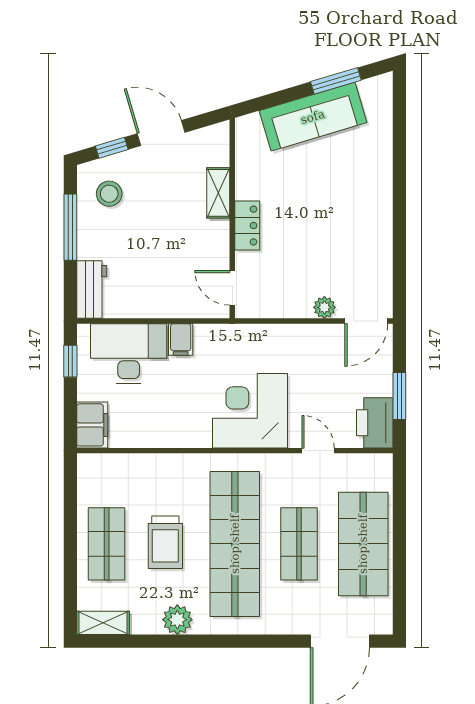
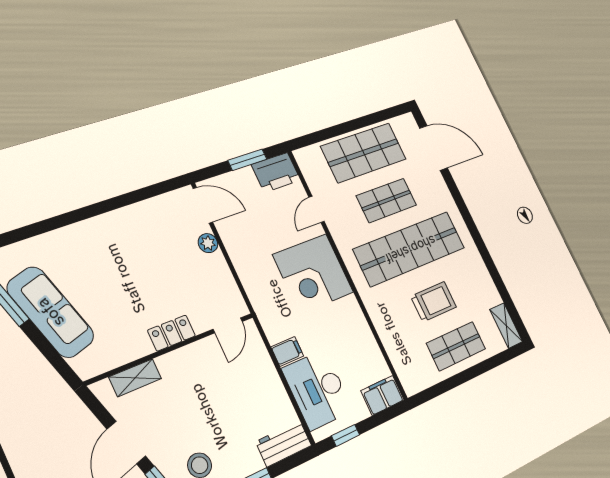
shelving: (218, 193) -> (135, 378), moved
plant: (177, 620) -> (478, 271), removed

